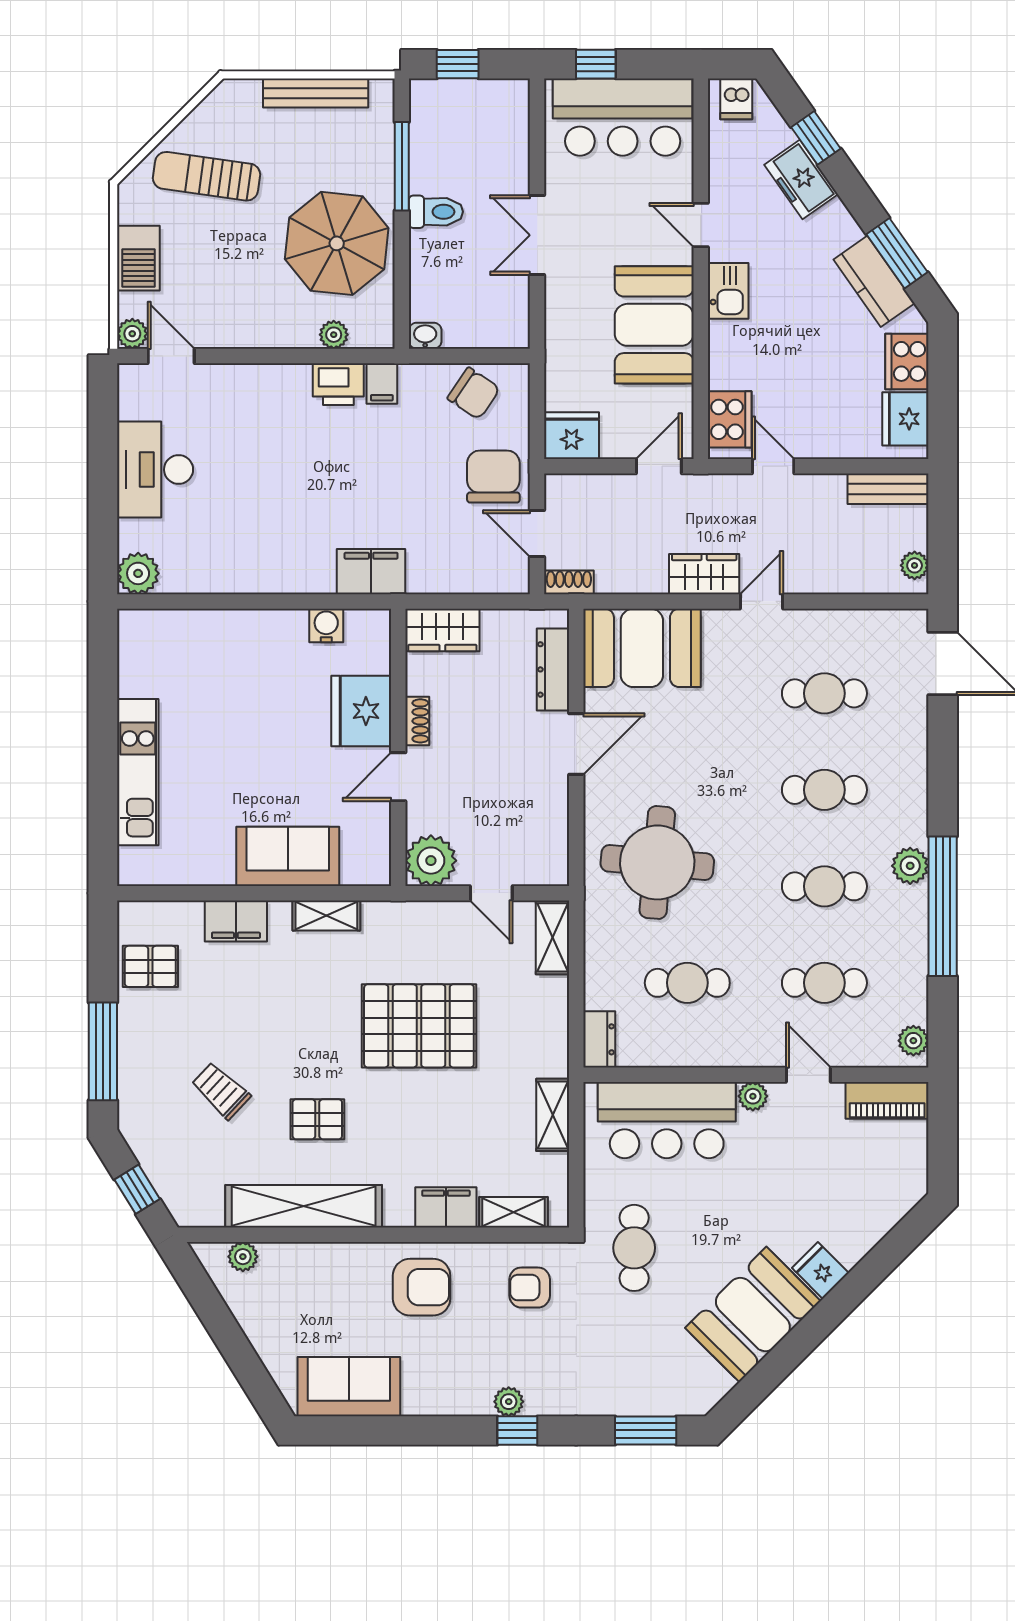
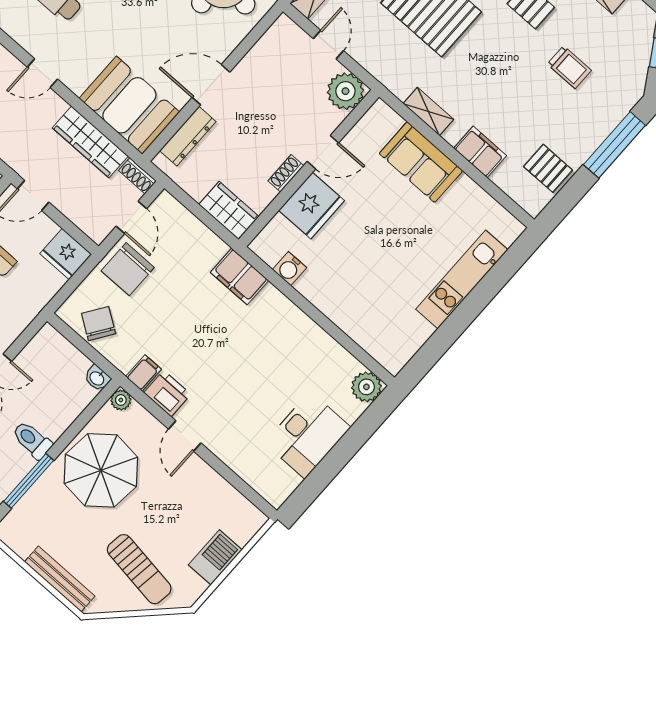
bench: (316, 93) -> (60, 579), moved
plant: (132, 334) -> (255, 519), removed
plant: (334, 335) -> (121, 400), moved
door: (171, 356) -> (185, 436), moved
wardrobe: (704, 574) -> (90, 142), moved, width x1.50
trolley: (221, 1091) -> (569, 67), turned -43

